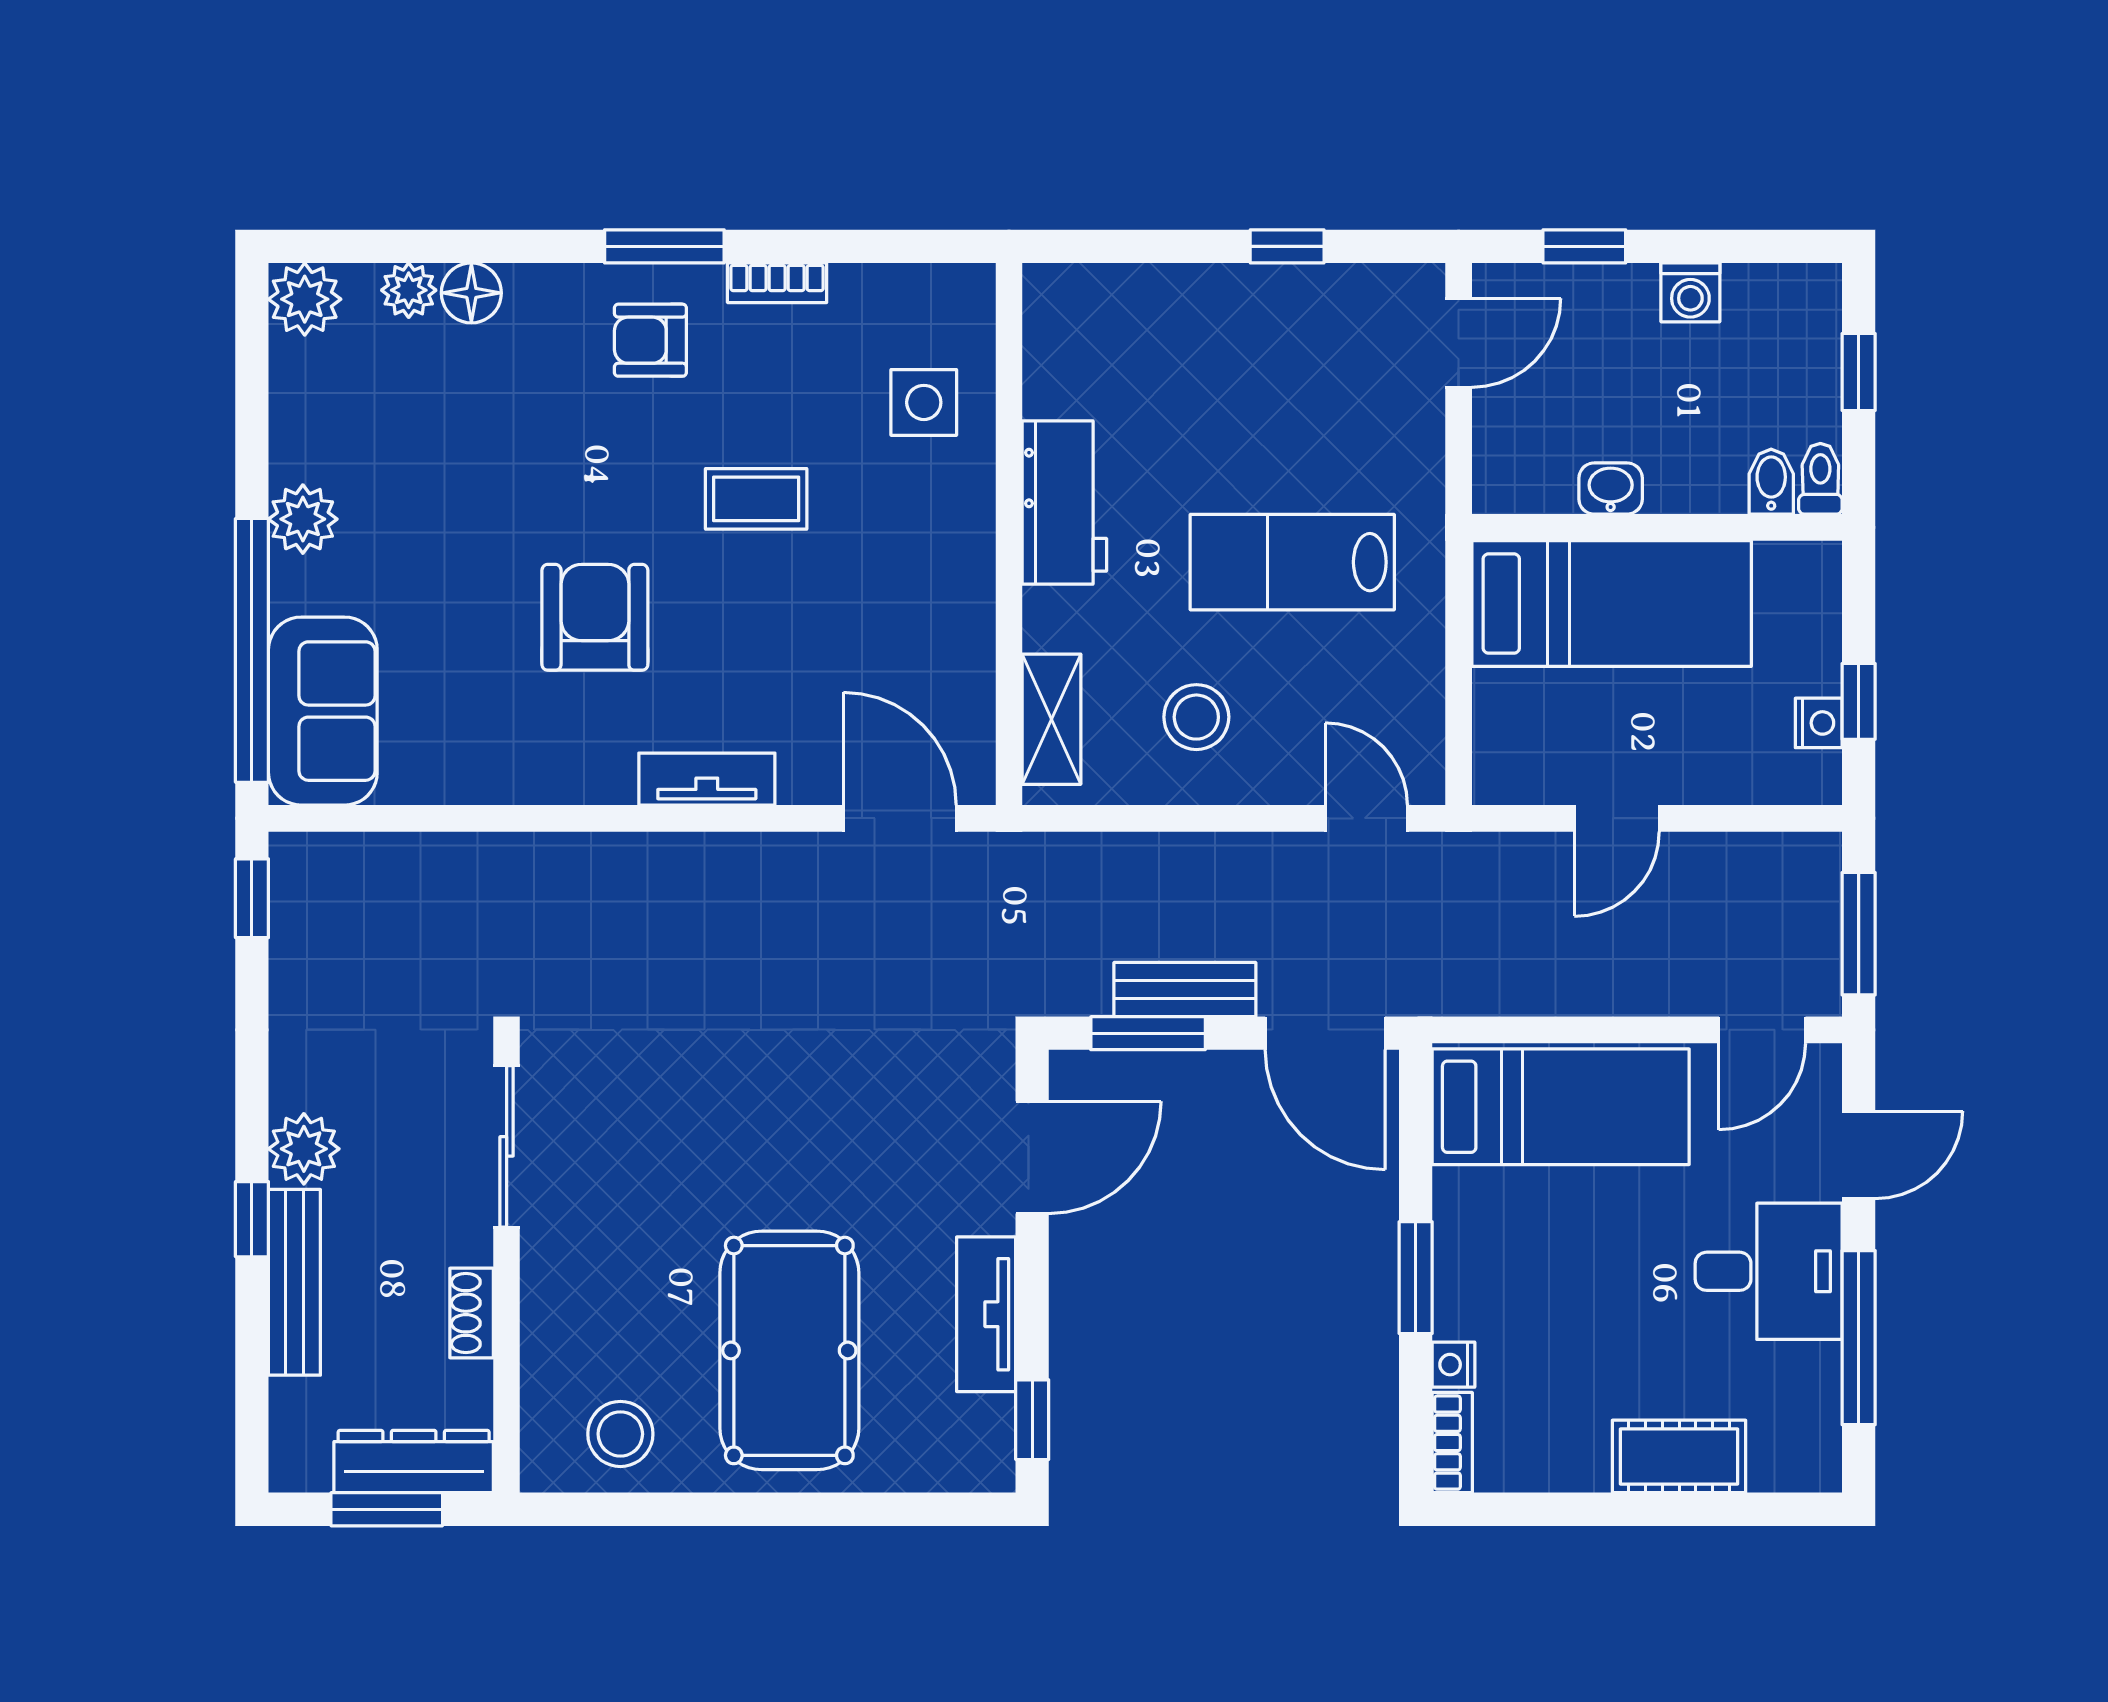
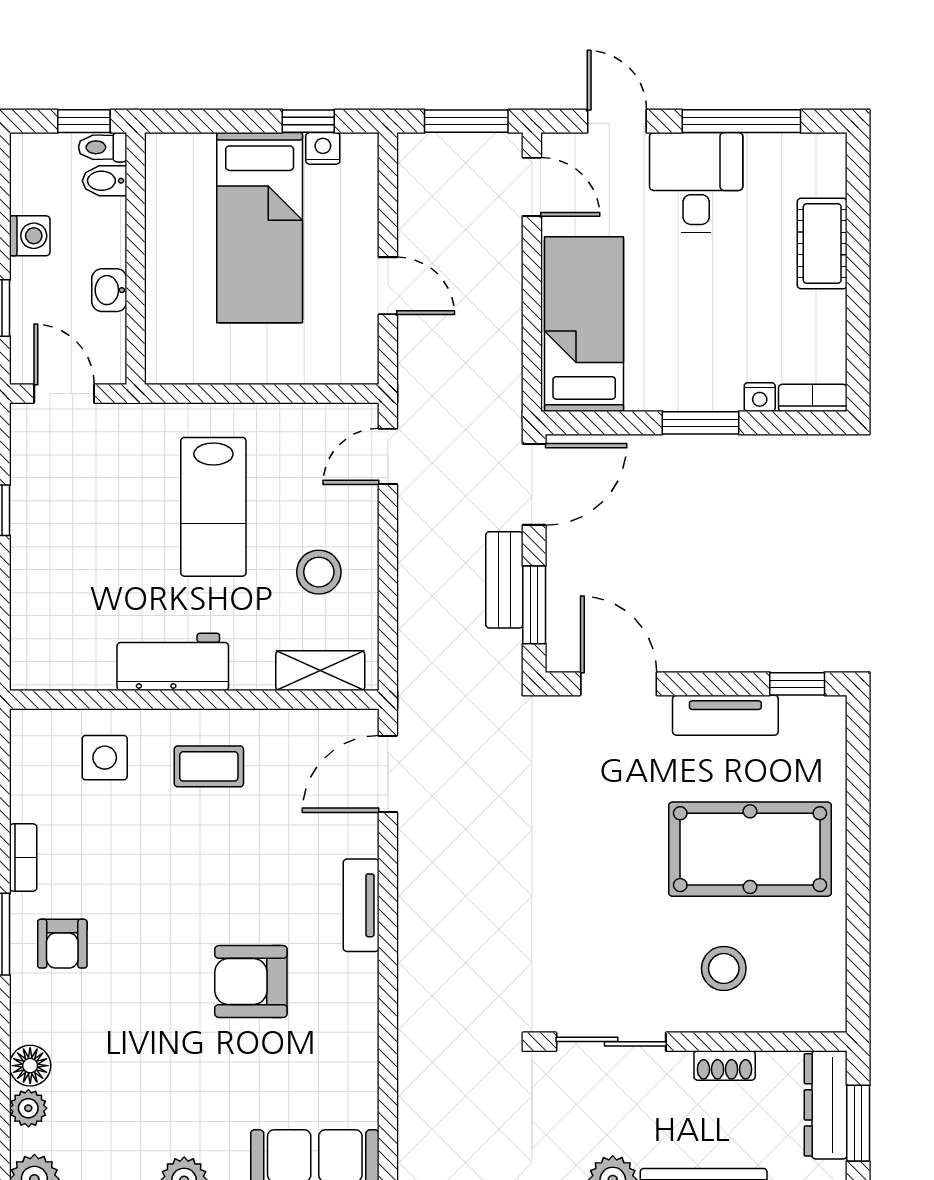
toilet: (1820, 479) -> (103, 147), moved
bidet: (1771, 482) -> (105, 181), moved
washbasin: (1611, 489) -> (109, 290), moved
coffee table: (756, 499) -> (209, 766), moved, turned 90
wall: (1657, 527) -> (136, 259), moved
bed: (1612, 604) -> (260, 228), moved, turned 180
stool: (620, 1434) -> (724, 968), moved

